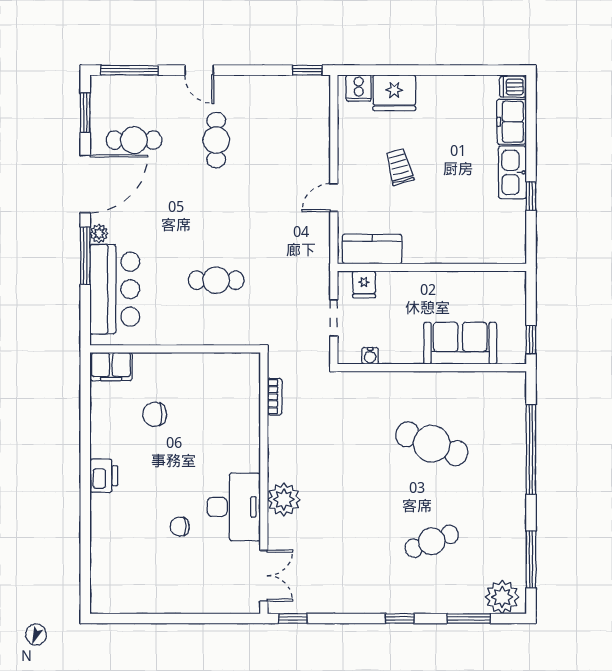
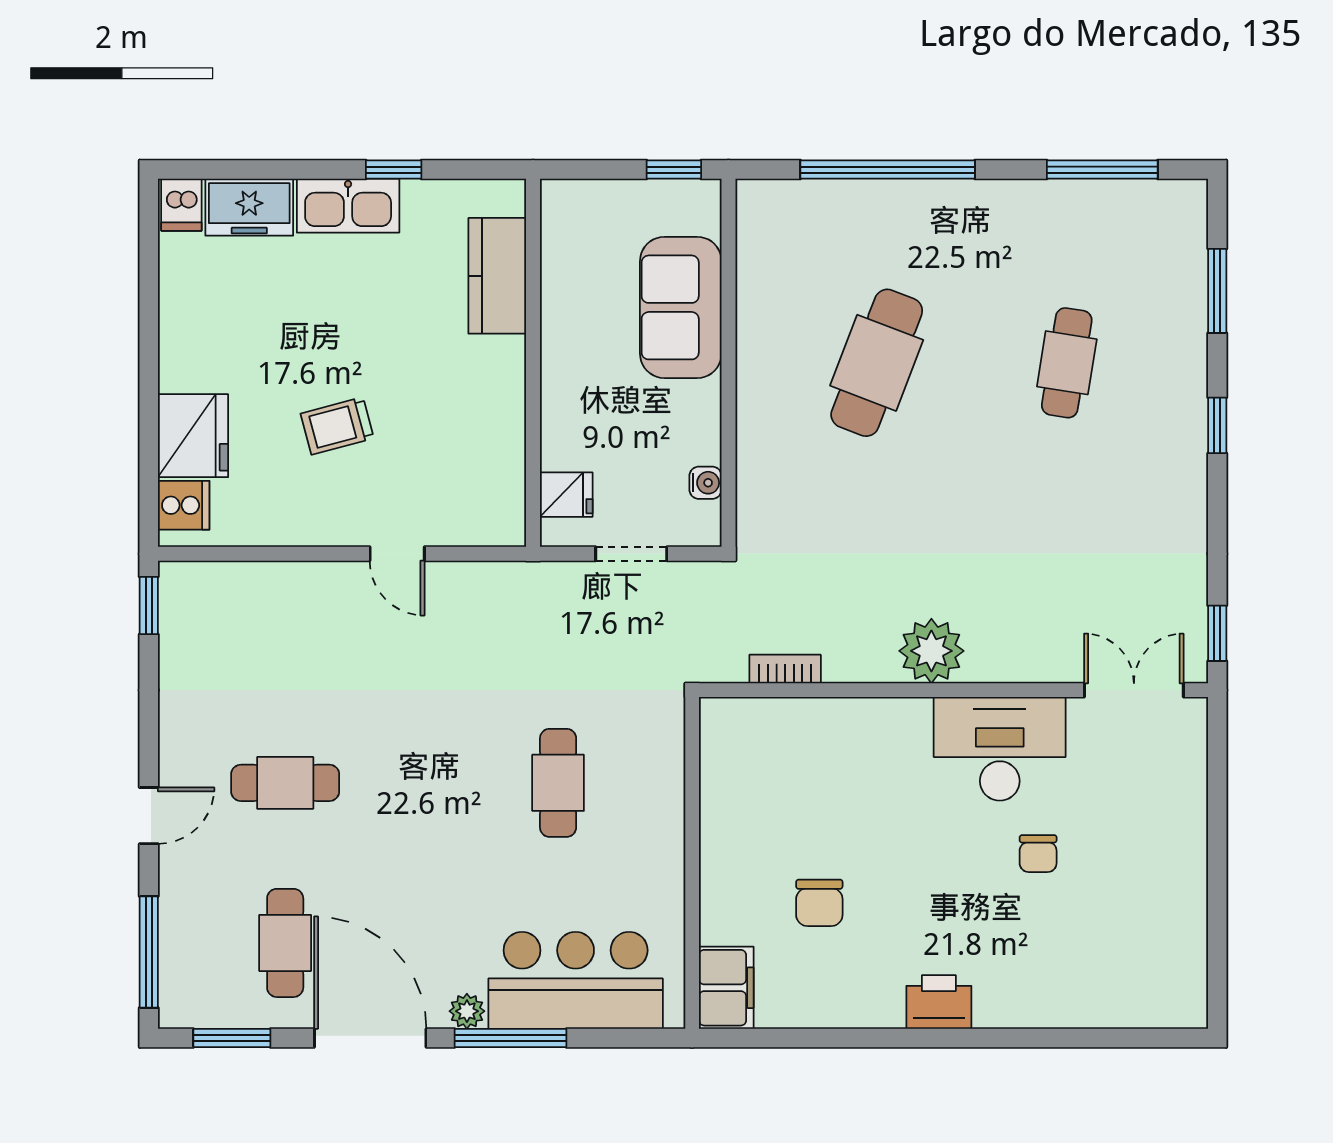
kitchen counter: (372, 249) -> (497, 276), moved
plant: (284, 499) -> (931, 651), moved
cafe table: (432, 541) -> (1067, 363), turned 30
plant: (502, 597) -> (1175, 226), removed

